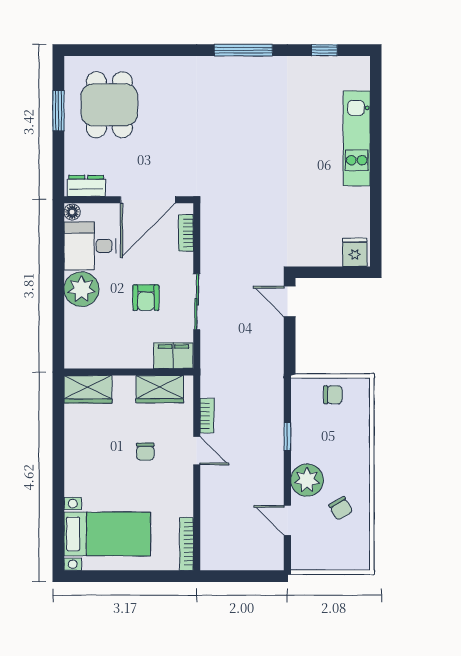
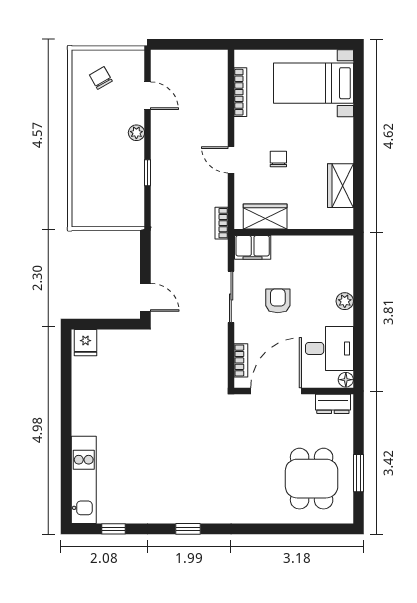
window: (243, 50) -> (188, 529), width x0.46
kitchen unit: (357, 138) -> (84, 480), moved
plant: (81, 289) -> (345, 301), width x0.53, depth x0.53
wardrobe: (88, 389) -> (340, 186), moved, turned -90
chair: (333, 395) -> (106, 211), removed
bookcase: (207, 416) -> (222, 223), moved
plant: (307, 480) -> (136, 133), width x0.53, depth x0.53
chair: (341, 508) -> (101, 78), moved
bookcase: (186, 544) -> (240, 92), moved

